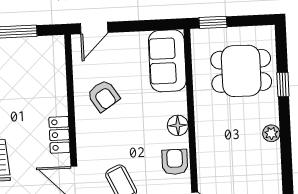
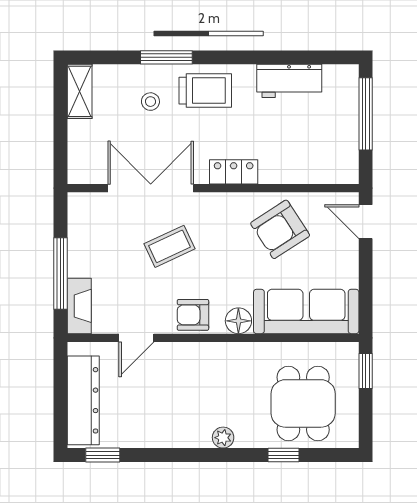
sofa: (167, 61) -> (306, 311), width x1.36
armchair: (103, 96) -> (280, 229), width x1.38, depth x1.38
armchair: (175, 162) -> (193, 315), turned 180

